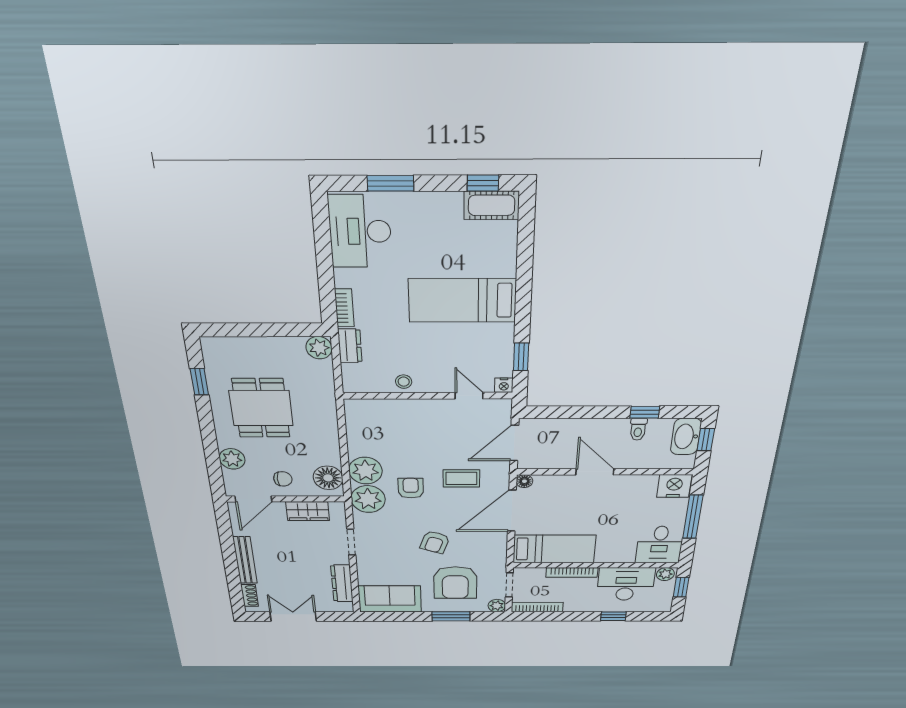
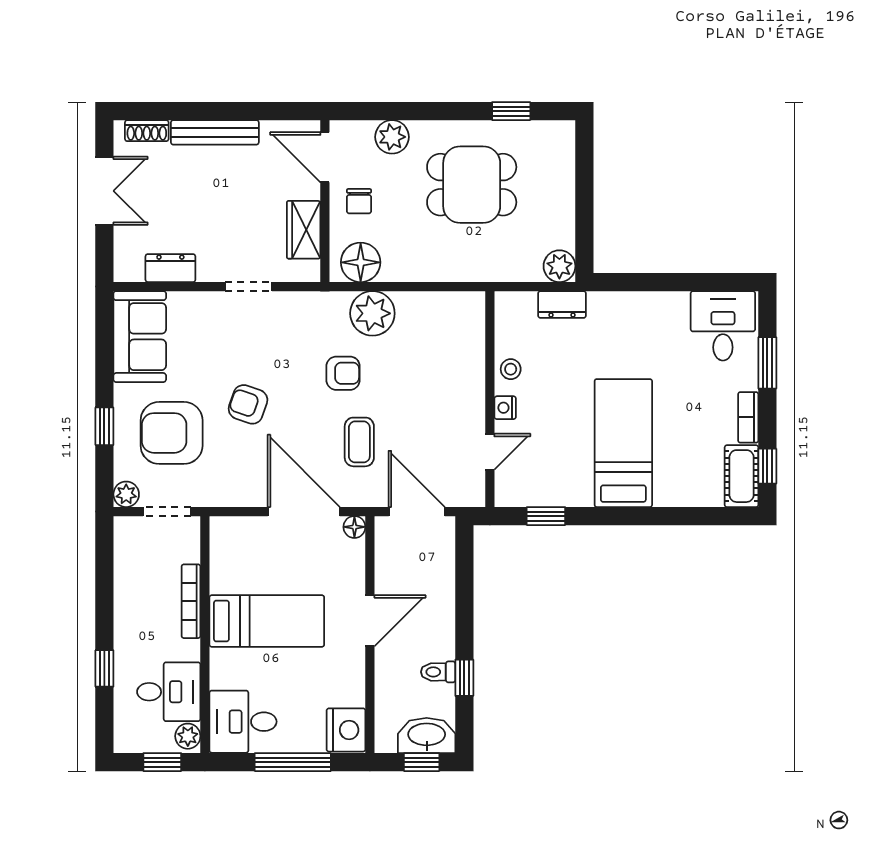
desk: (360, 231) -> (723, 326), width x0.73
bookcase: (344, 308) -> (748, 417), moved, turned 90
nightstand: (504, 385) -> (505, 408), moved
plant: (368, 499) -> (325, 314), removed
bed: (554, 549) -> (267, 621), moved, turned -90
dresser: (342, 583) -> (170, 268), width x0.70
desk: (626, 584) -> (169, 692), width x0.73
bookcase: (537, 607) -> (123, 554), removed
window: (451, 616) -> (104, 426), width x0.67

